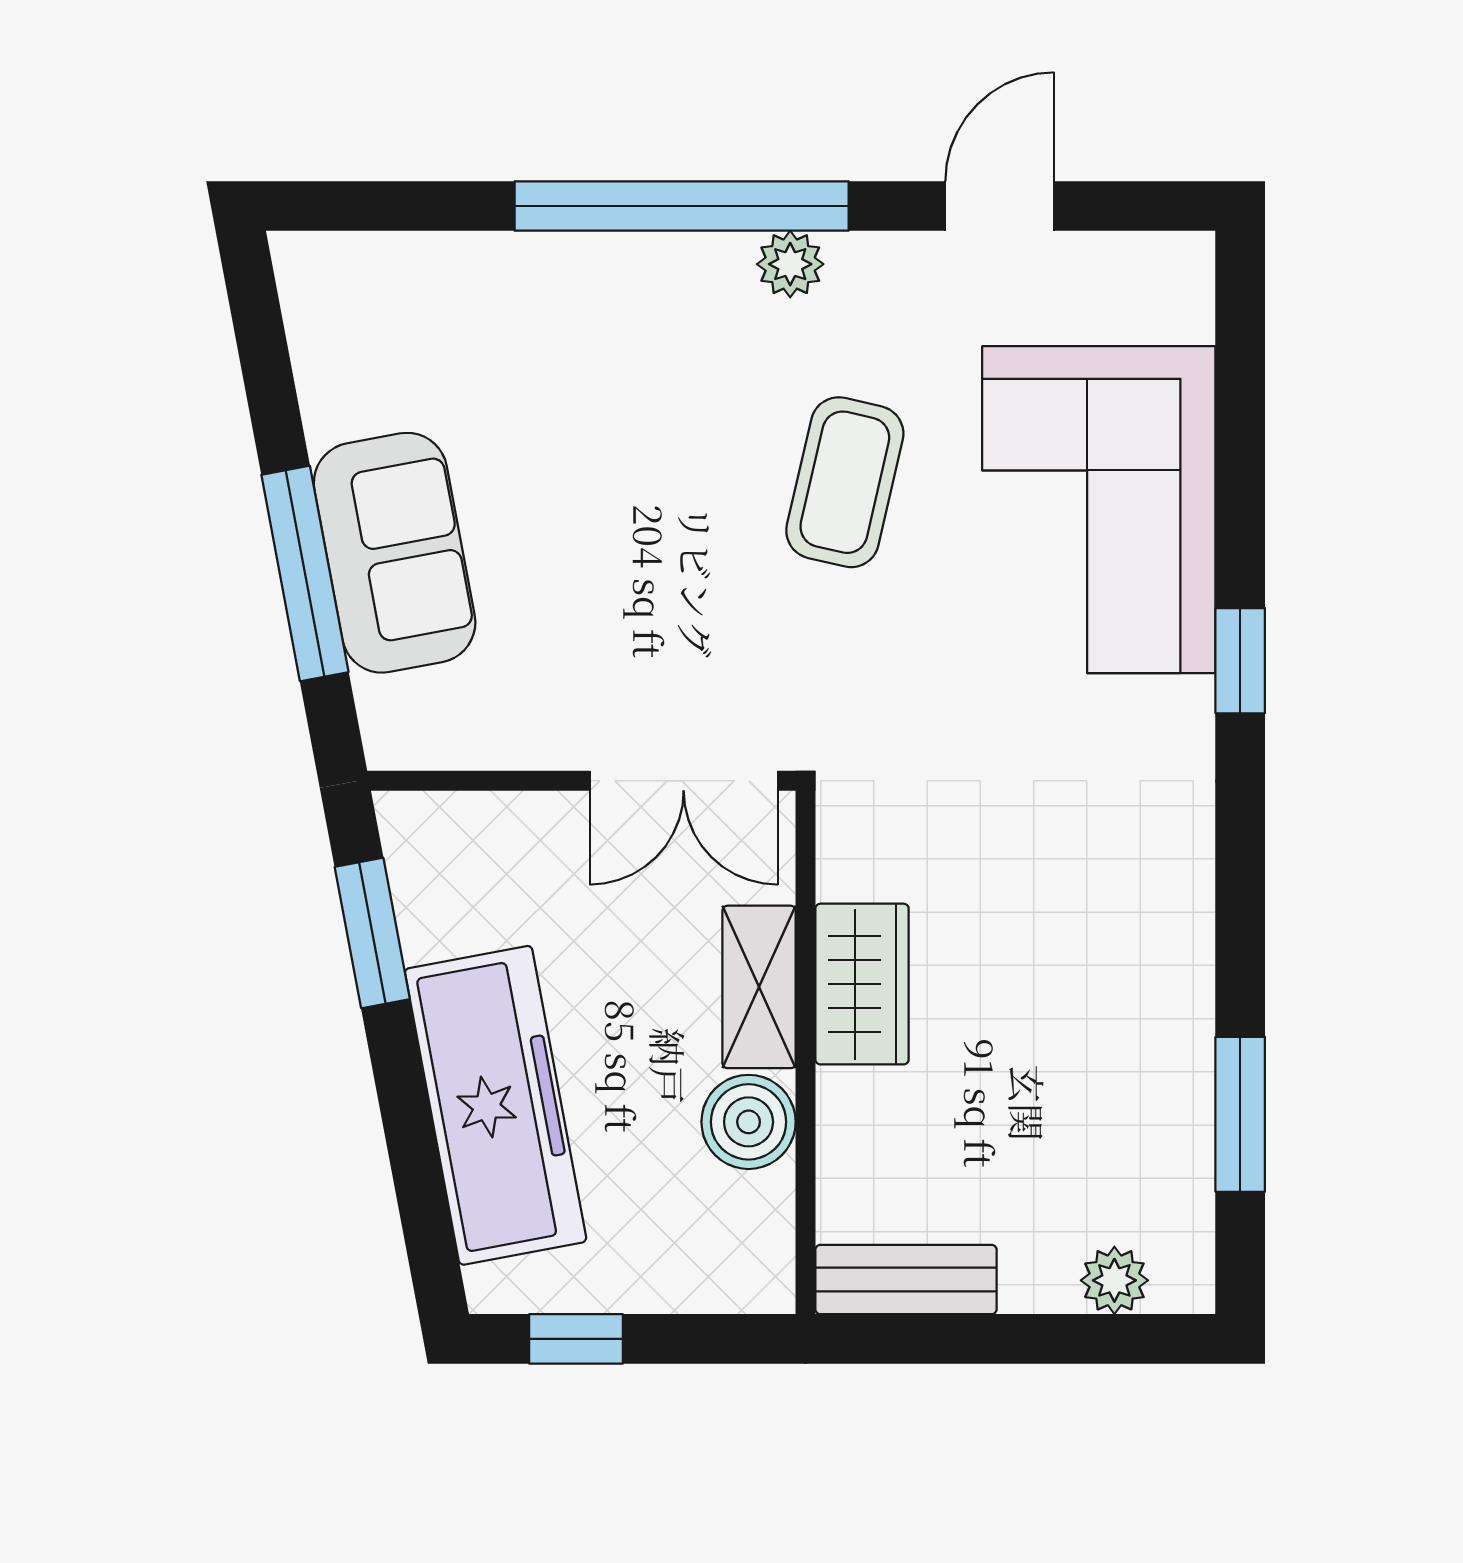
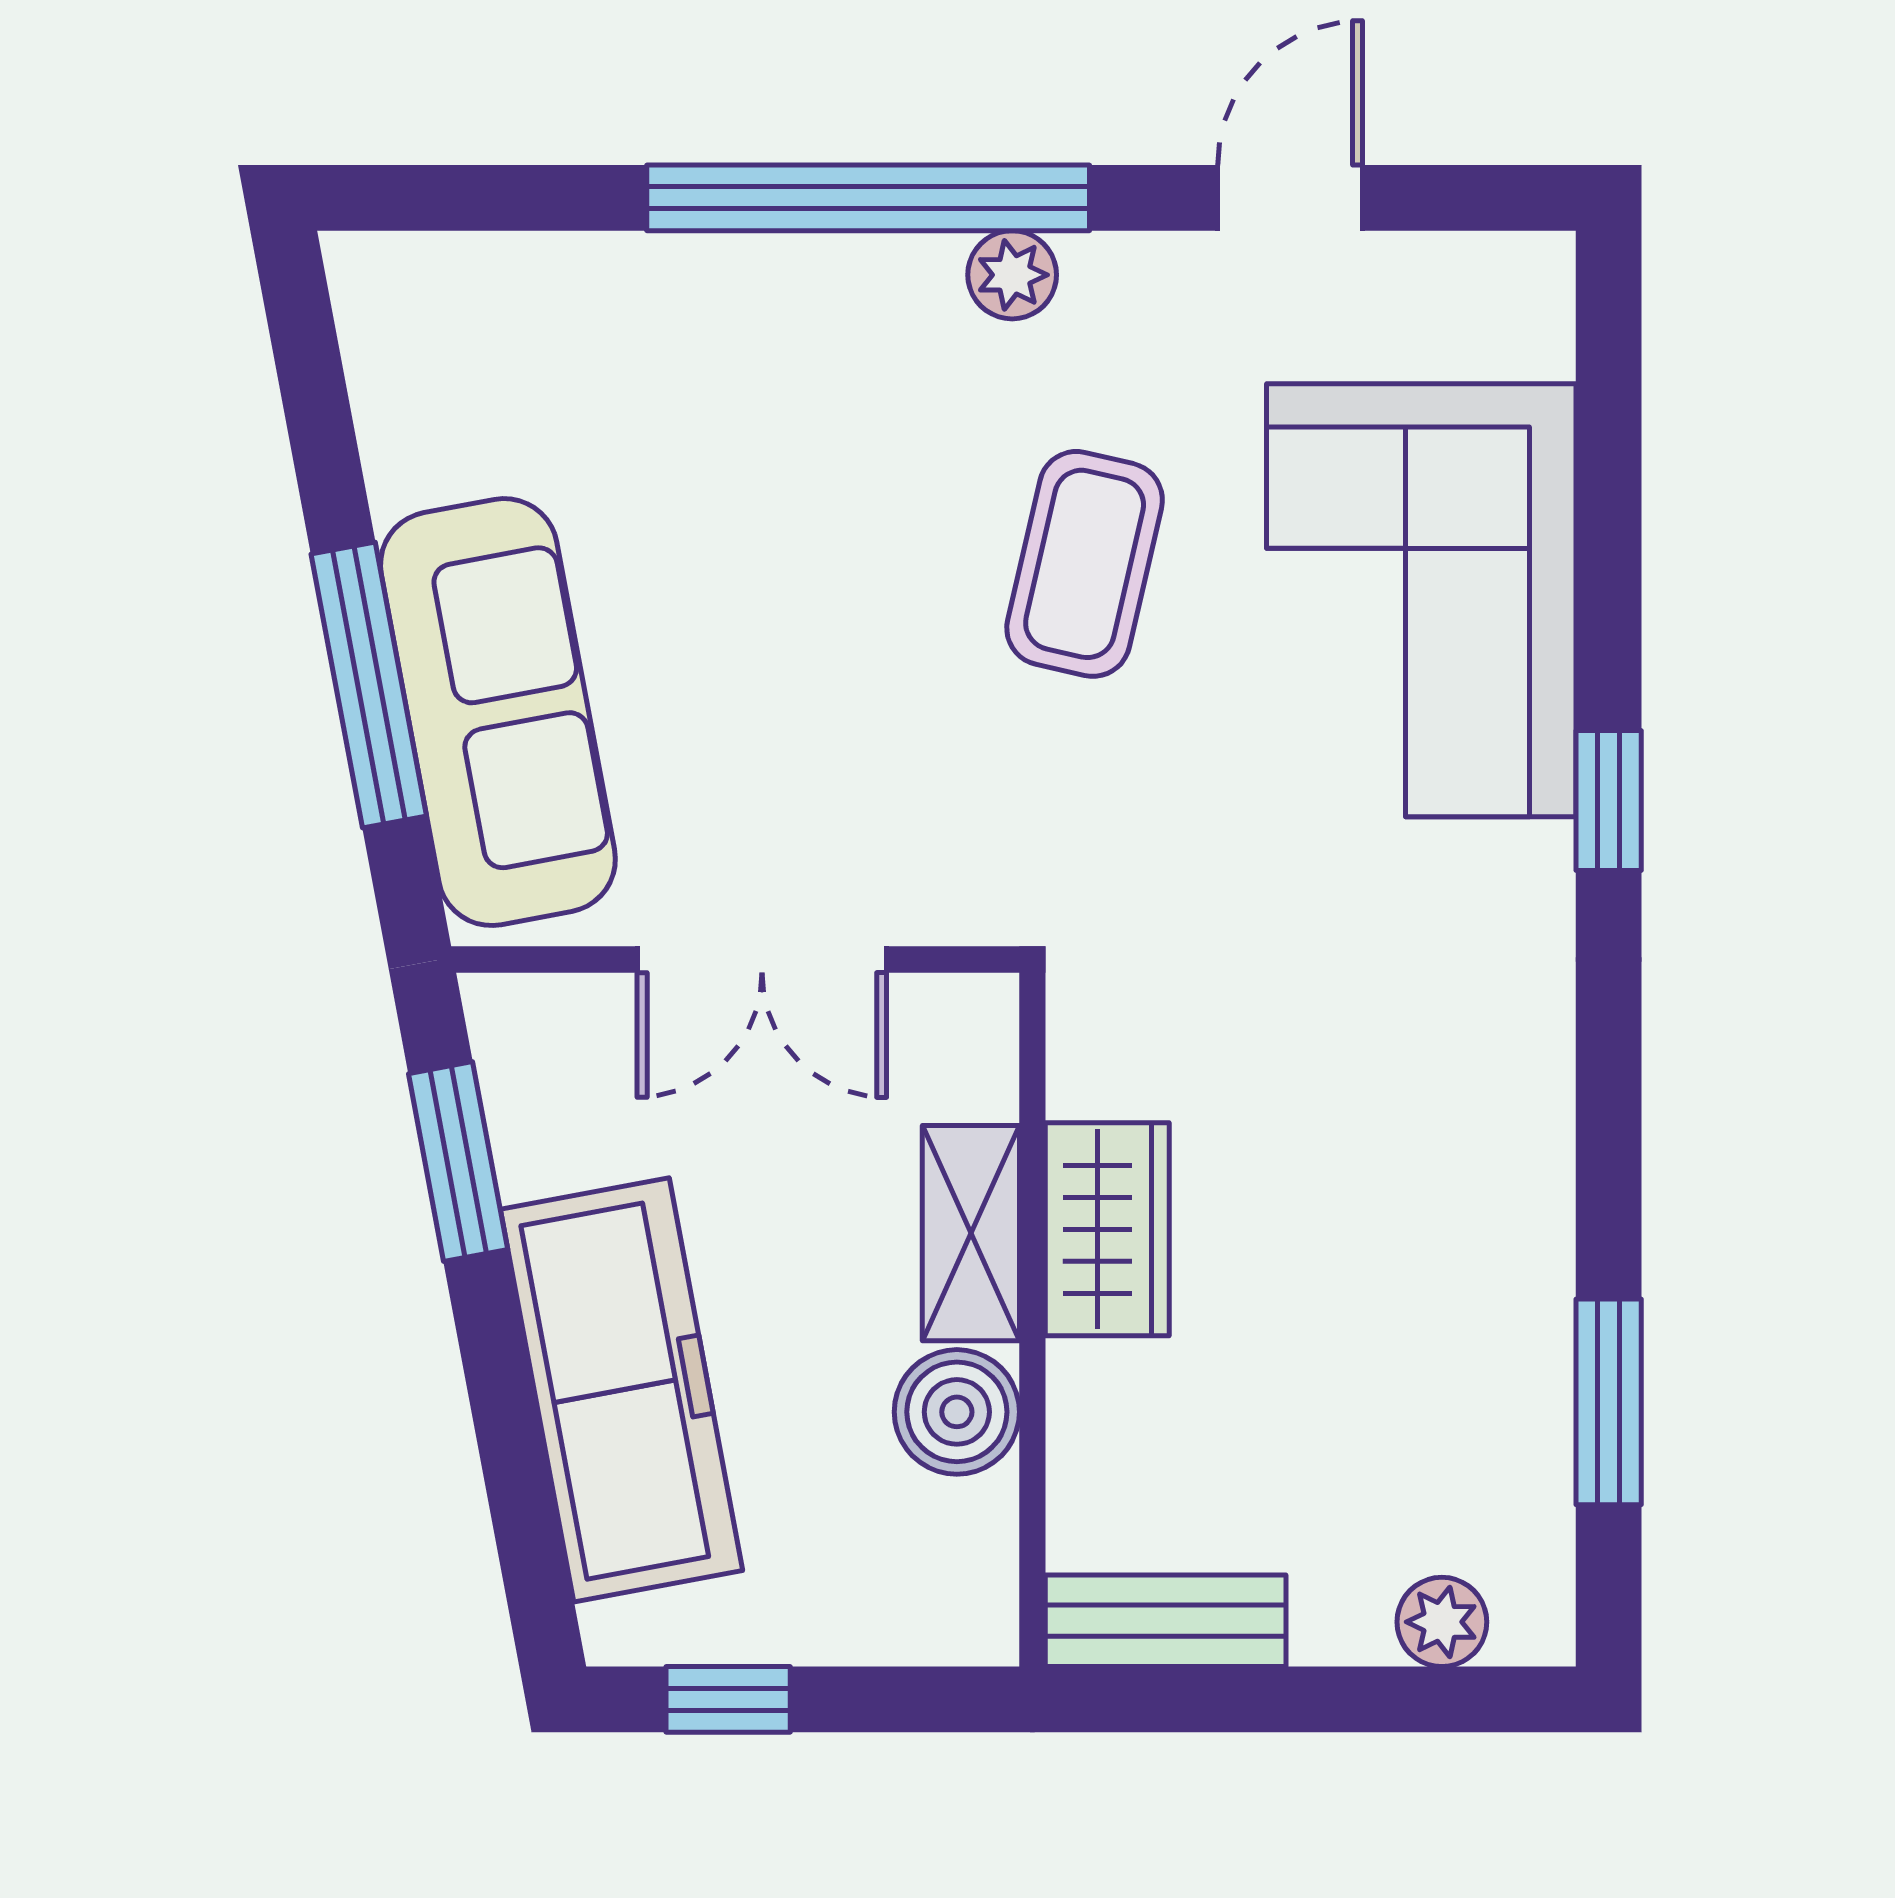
sofa: (395, 553) -> (498, 712), width x1.36
double door: (684, 781) -> (762, 960), moved

